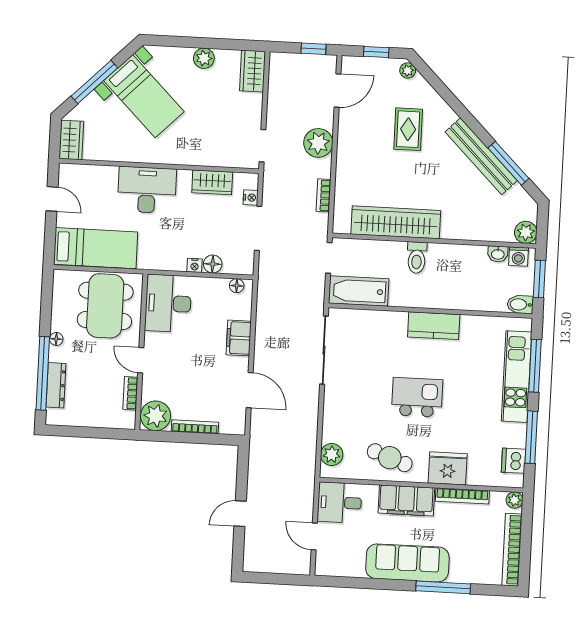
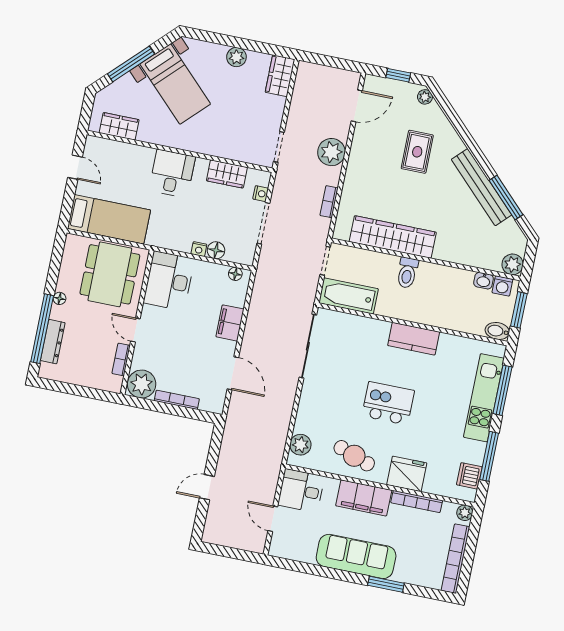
window: (313, 49) -> (340, 63), removed
wardrobe: (71, 140) -> (119, 126), moved, turned -90
desk: (147, 190) -> (172, 174), width x0.73
window: (443, 587) -> (386, 584), width x0.69

